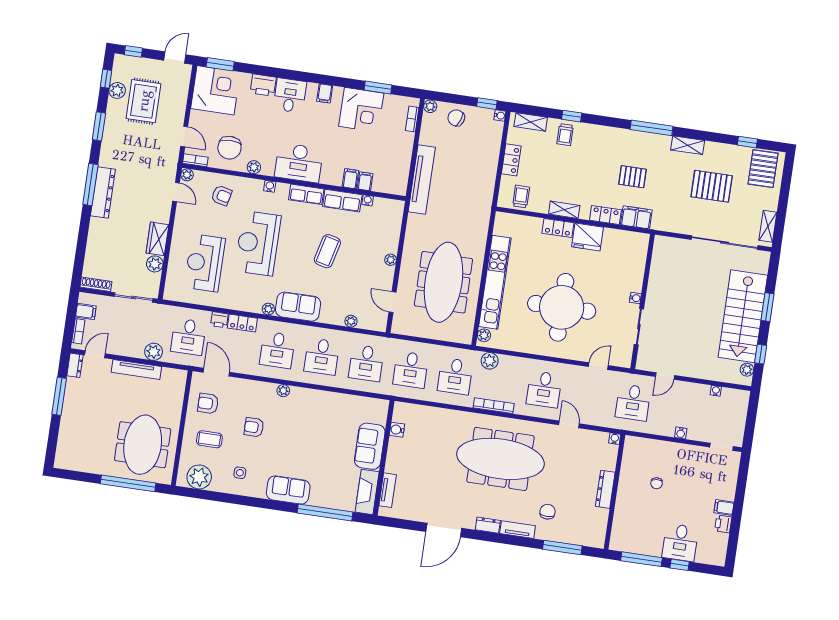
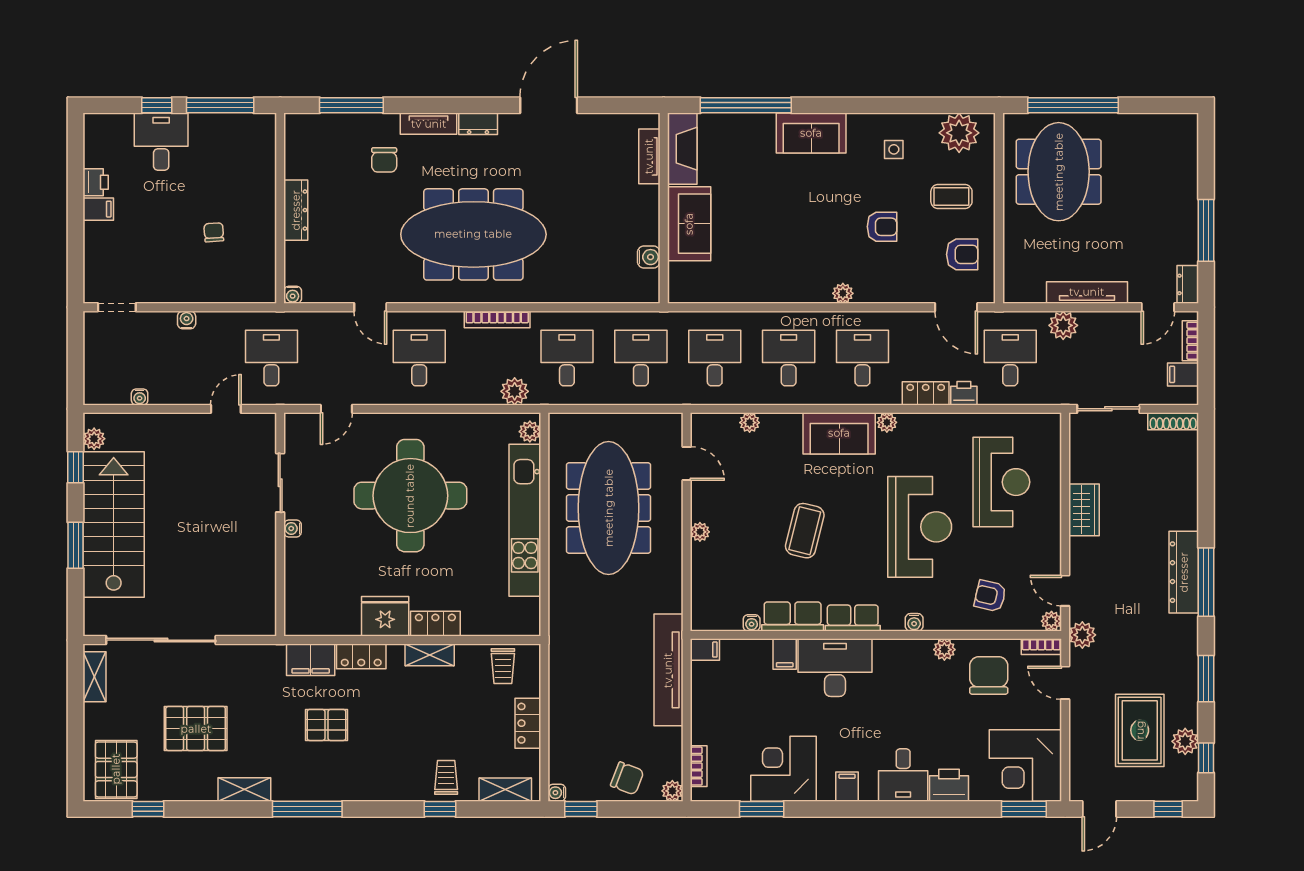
desk: (299, 163) -> (835, 668), moved
filing cabinet: (365, 181) -> (705, 650), moved, turned -90
plant: (155, 264) -> (1082, 635), moved

